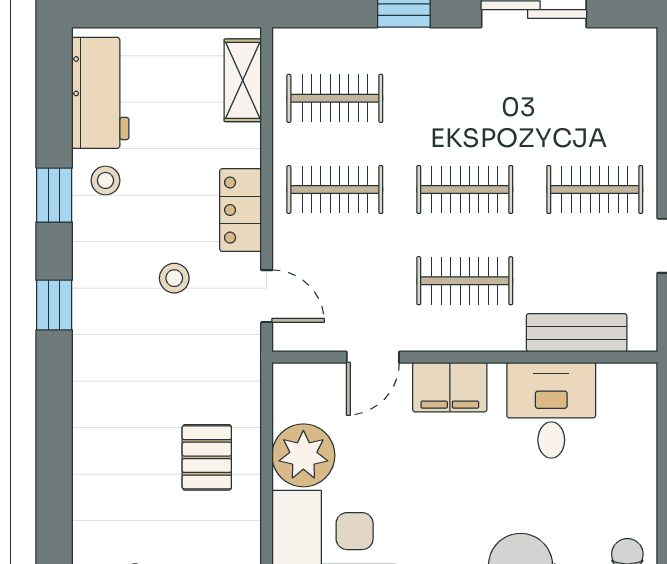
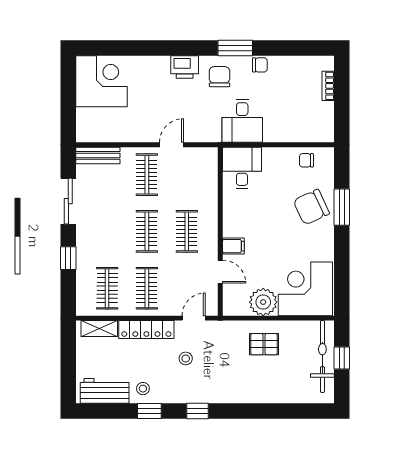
locker: (241, 210) -> (146, 329), width x1.53
bench: (577, 333) -> (98, 155), moved, turned 90
filing cabinet: (450, 387) -> (233, 246), width x0.50
desk: (551, 410) -> (242, 168), moved, turned 90

